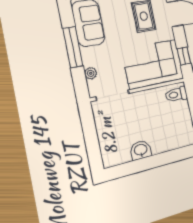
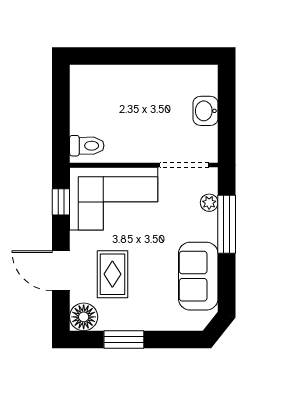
window: (73, 47) -> (227, 224), moved
washbasin: (141, 150) -> (206, 111), moved, turned 90

